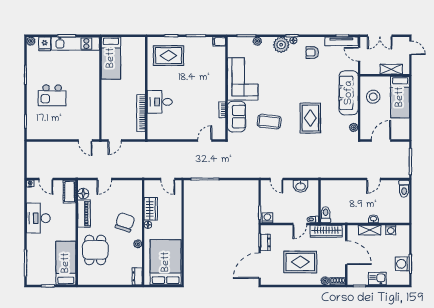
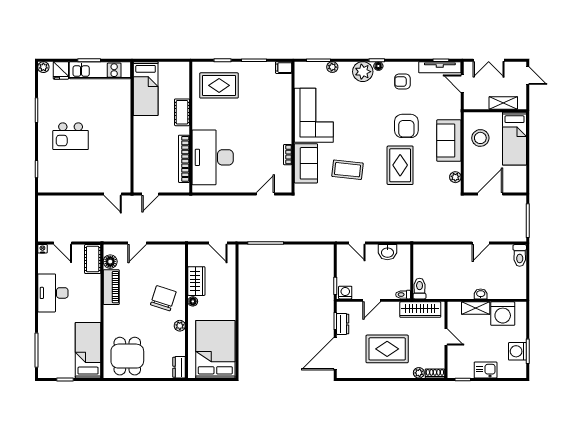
cot: (139, 77) -> (182, 112), added
armchair: (315, 87) -> (406, 126), added
sofa: (349, 93) -> (449, 141), width x0.73
desk: (160, 102) -> (213, 157), width x1.87, depth x1.30
door: (300, 224) -> (372, 300), moved
washing machine: (391, 230) -> (503, 314), width x1.89, depth x1.89
dining table: (95, 250) -> (127, 356), moved
door: (346, 253) -> (446, 337), width x0.53

